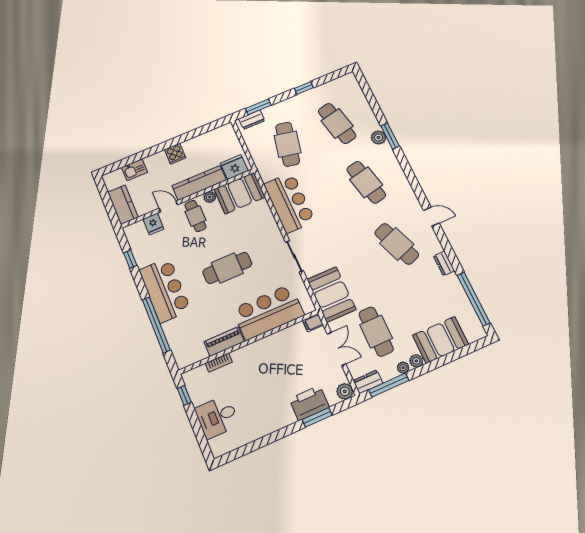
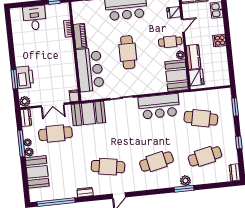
dresser: (252, 120) -> (235, 172), moved
kitchen counter: (199, 183) -> (193, 57), width x0.67
cafe table: (397, 244) -> (108, 167), turned 30
window: (389, 385) -> (21, 143), moved

